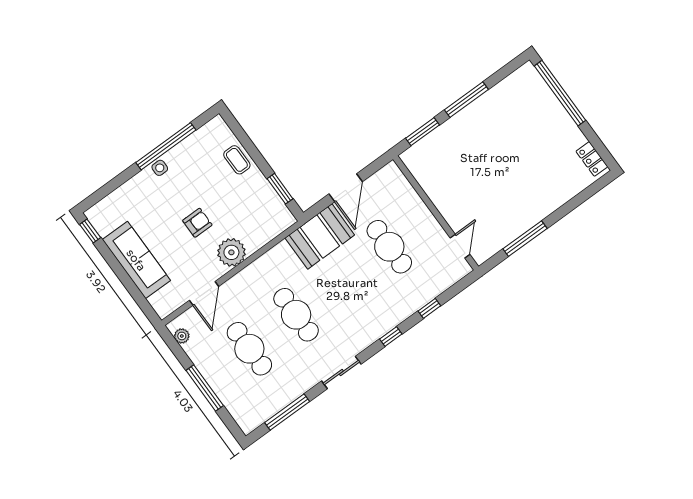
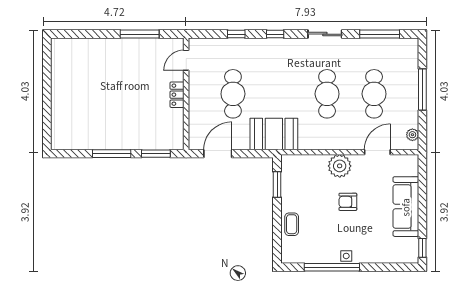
window: (560, 93) -> (47, 113), removed
locker: (592, 159) -> (177, 95), moved, turned 180
door: (346, 188) -> (218, 154), moved

